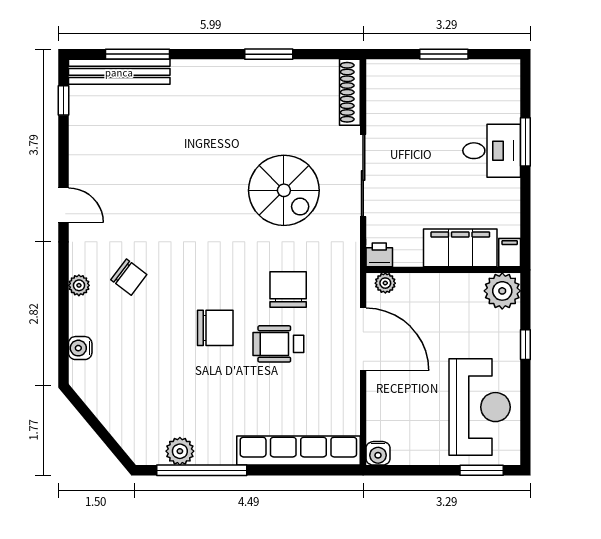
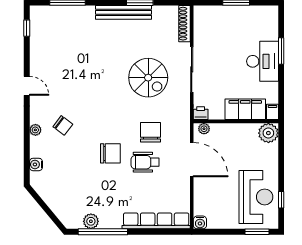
bench: (119, 72) -> (124, 12), moved
desk: (492, 151) -> (263, 61), width x1.37
window: (525, 345) -> (281, 200), moved

